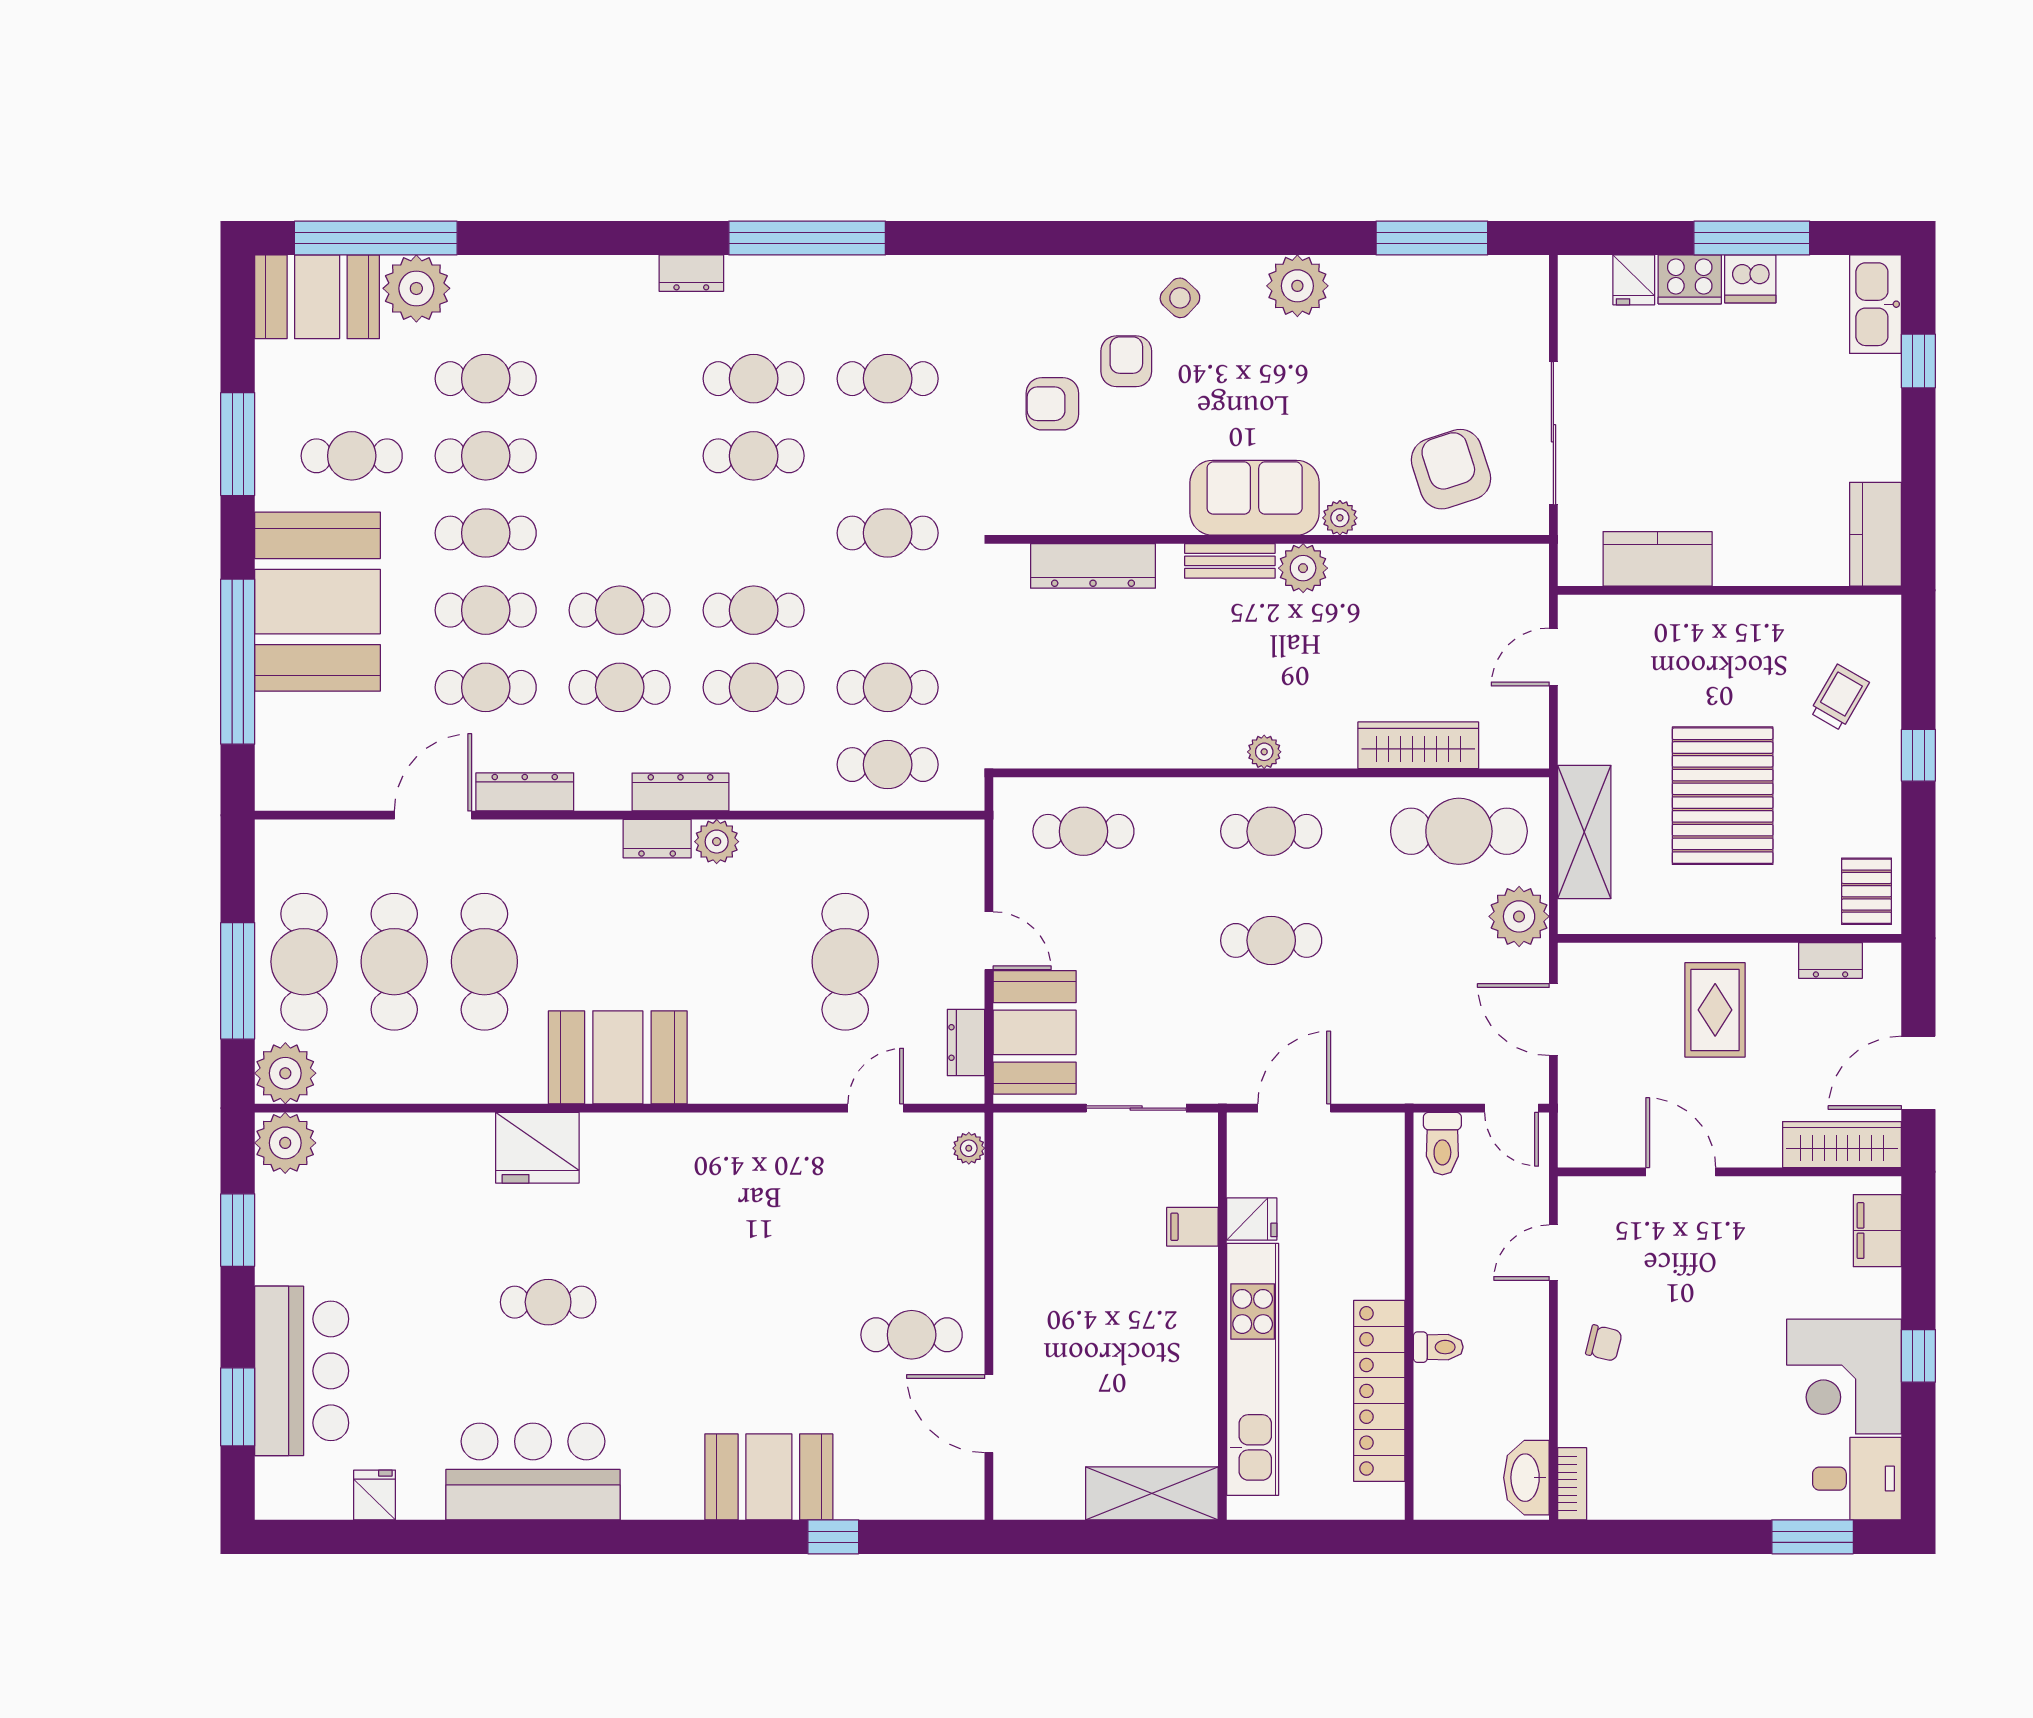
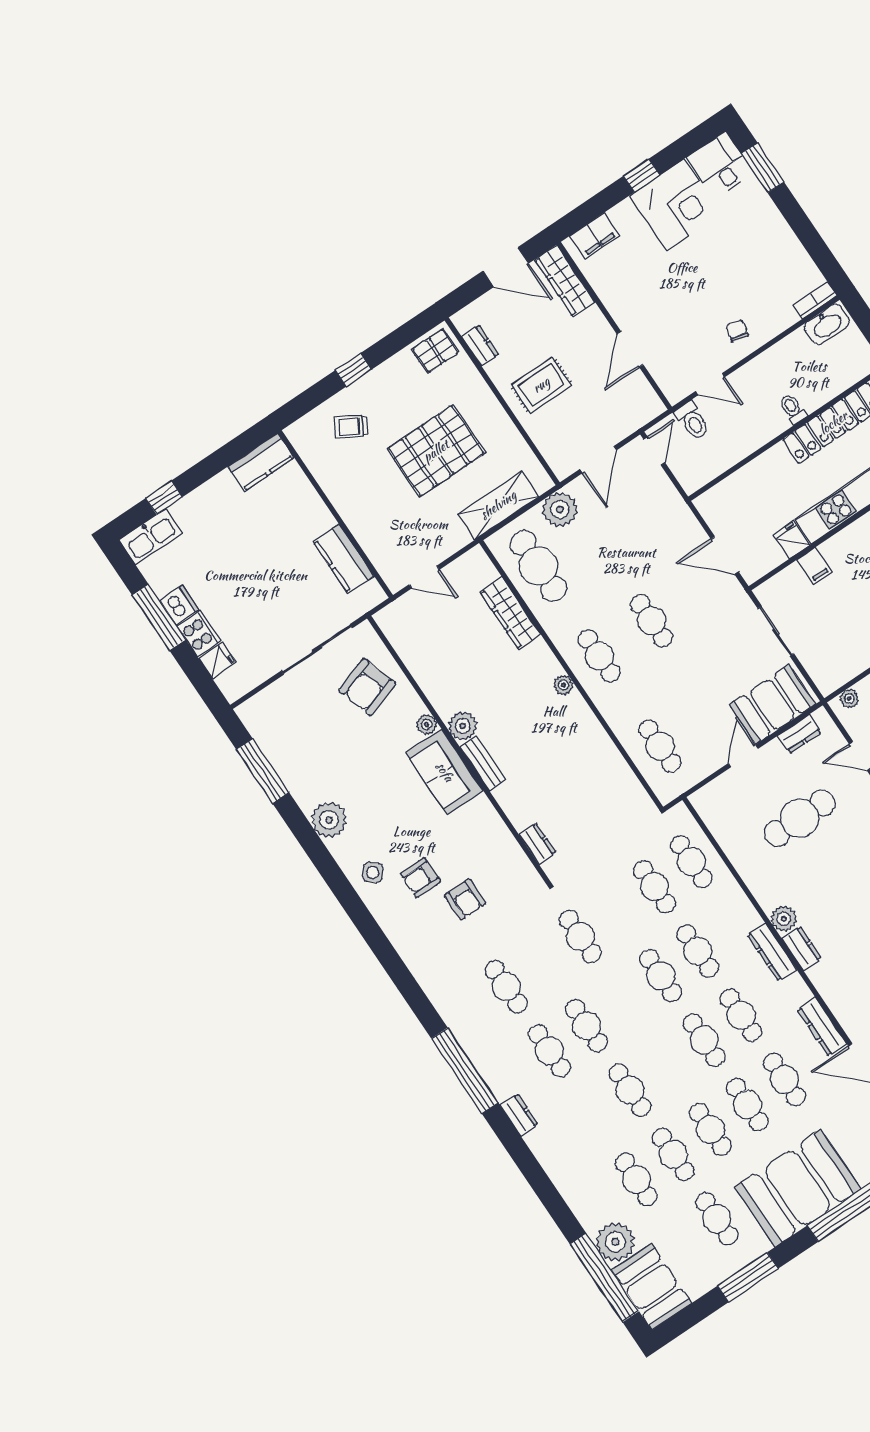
cafe table: (620, 456) -> (630, 1090), added
dresser: (1093, 566) -> (537, 843), width x0.51, depth x0.80
toilet: (1442, 1144) -> (693, 421), moved, turned 90

